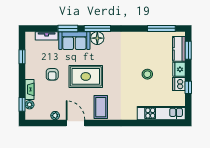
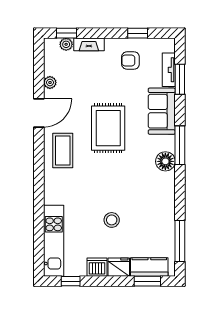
window: (68, 28) -> (180, 79), moved
floor lamp: (97, 38) -> (165, 161), moved
armchair: (52, 74) -> (130, 60), moved
window: (188, 87) -> (71, 281), moved
coffee table: (101, 107) -> (63, 151), turned 90

